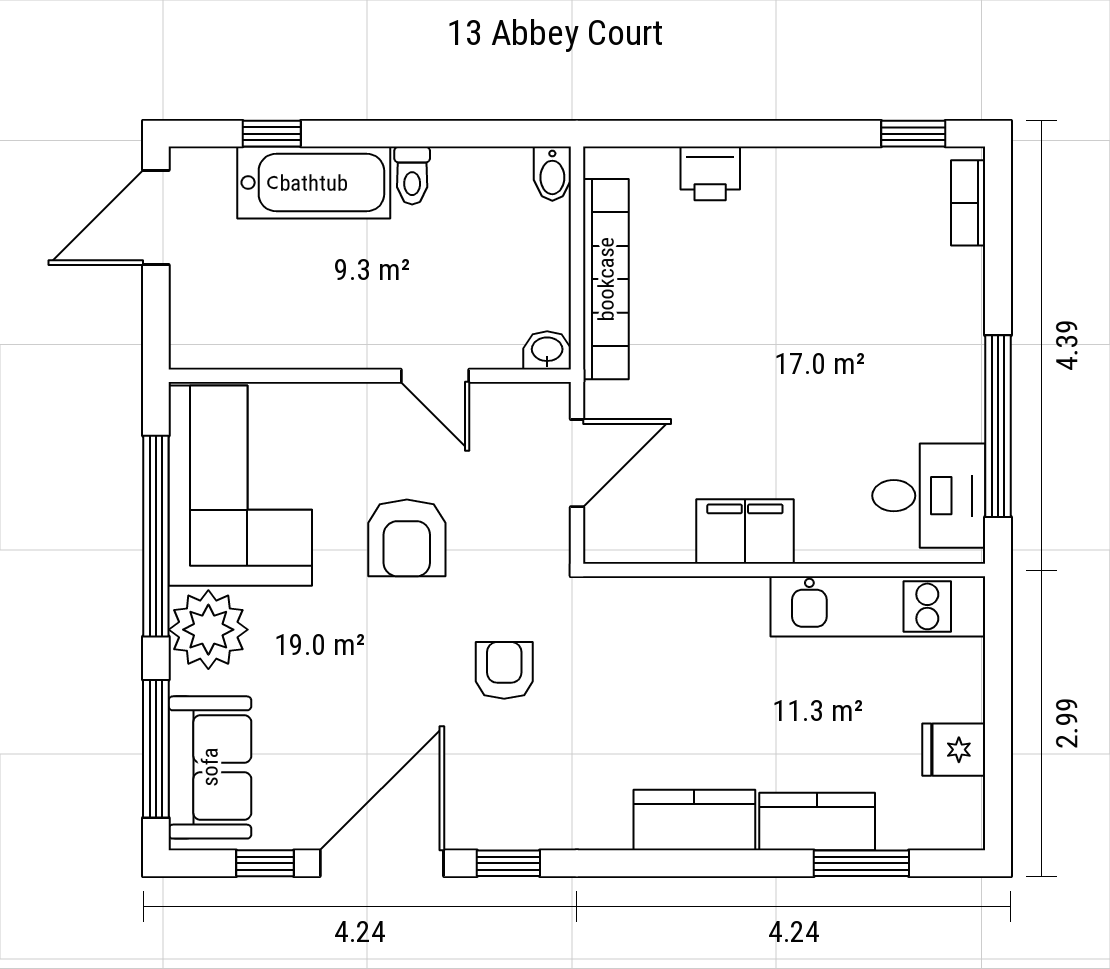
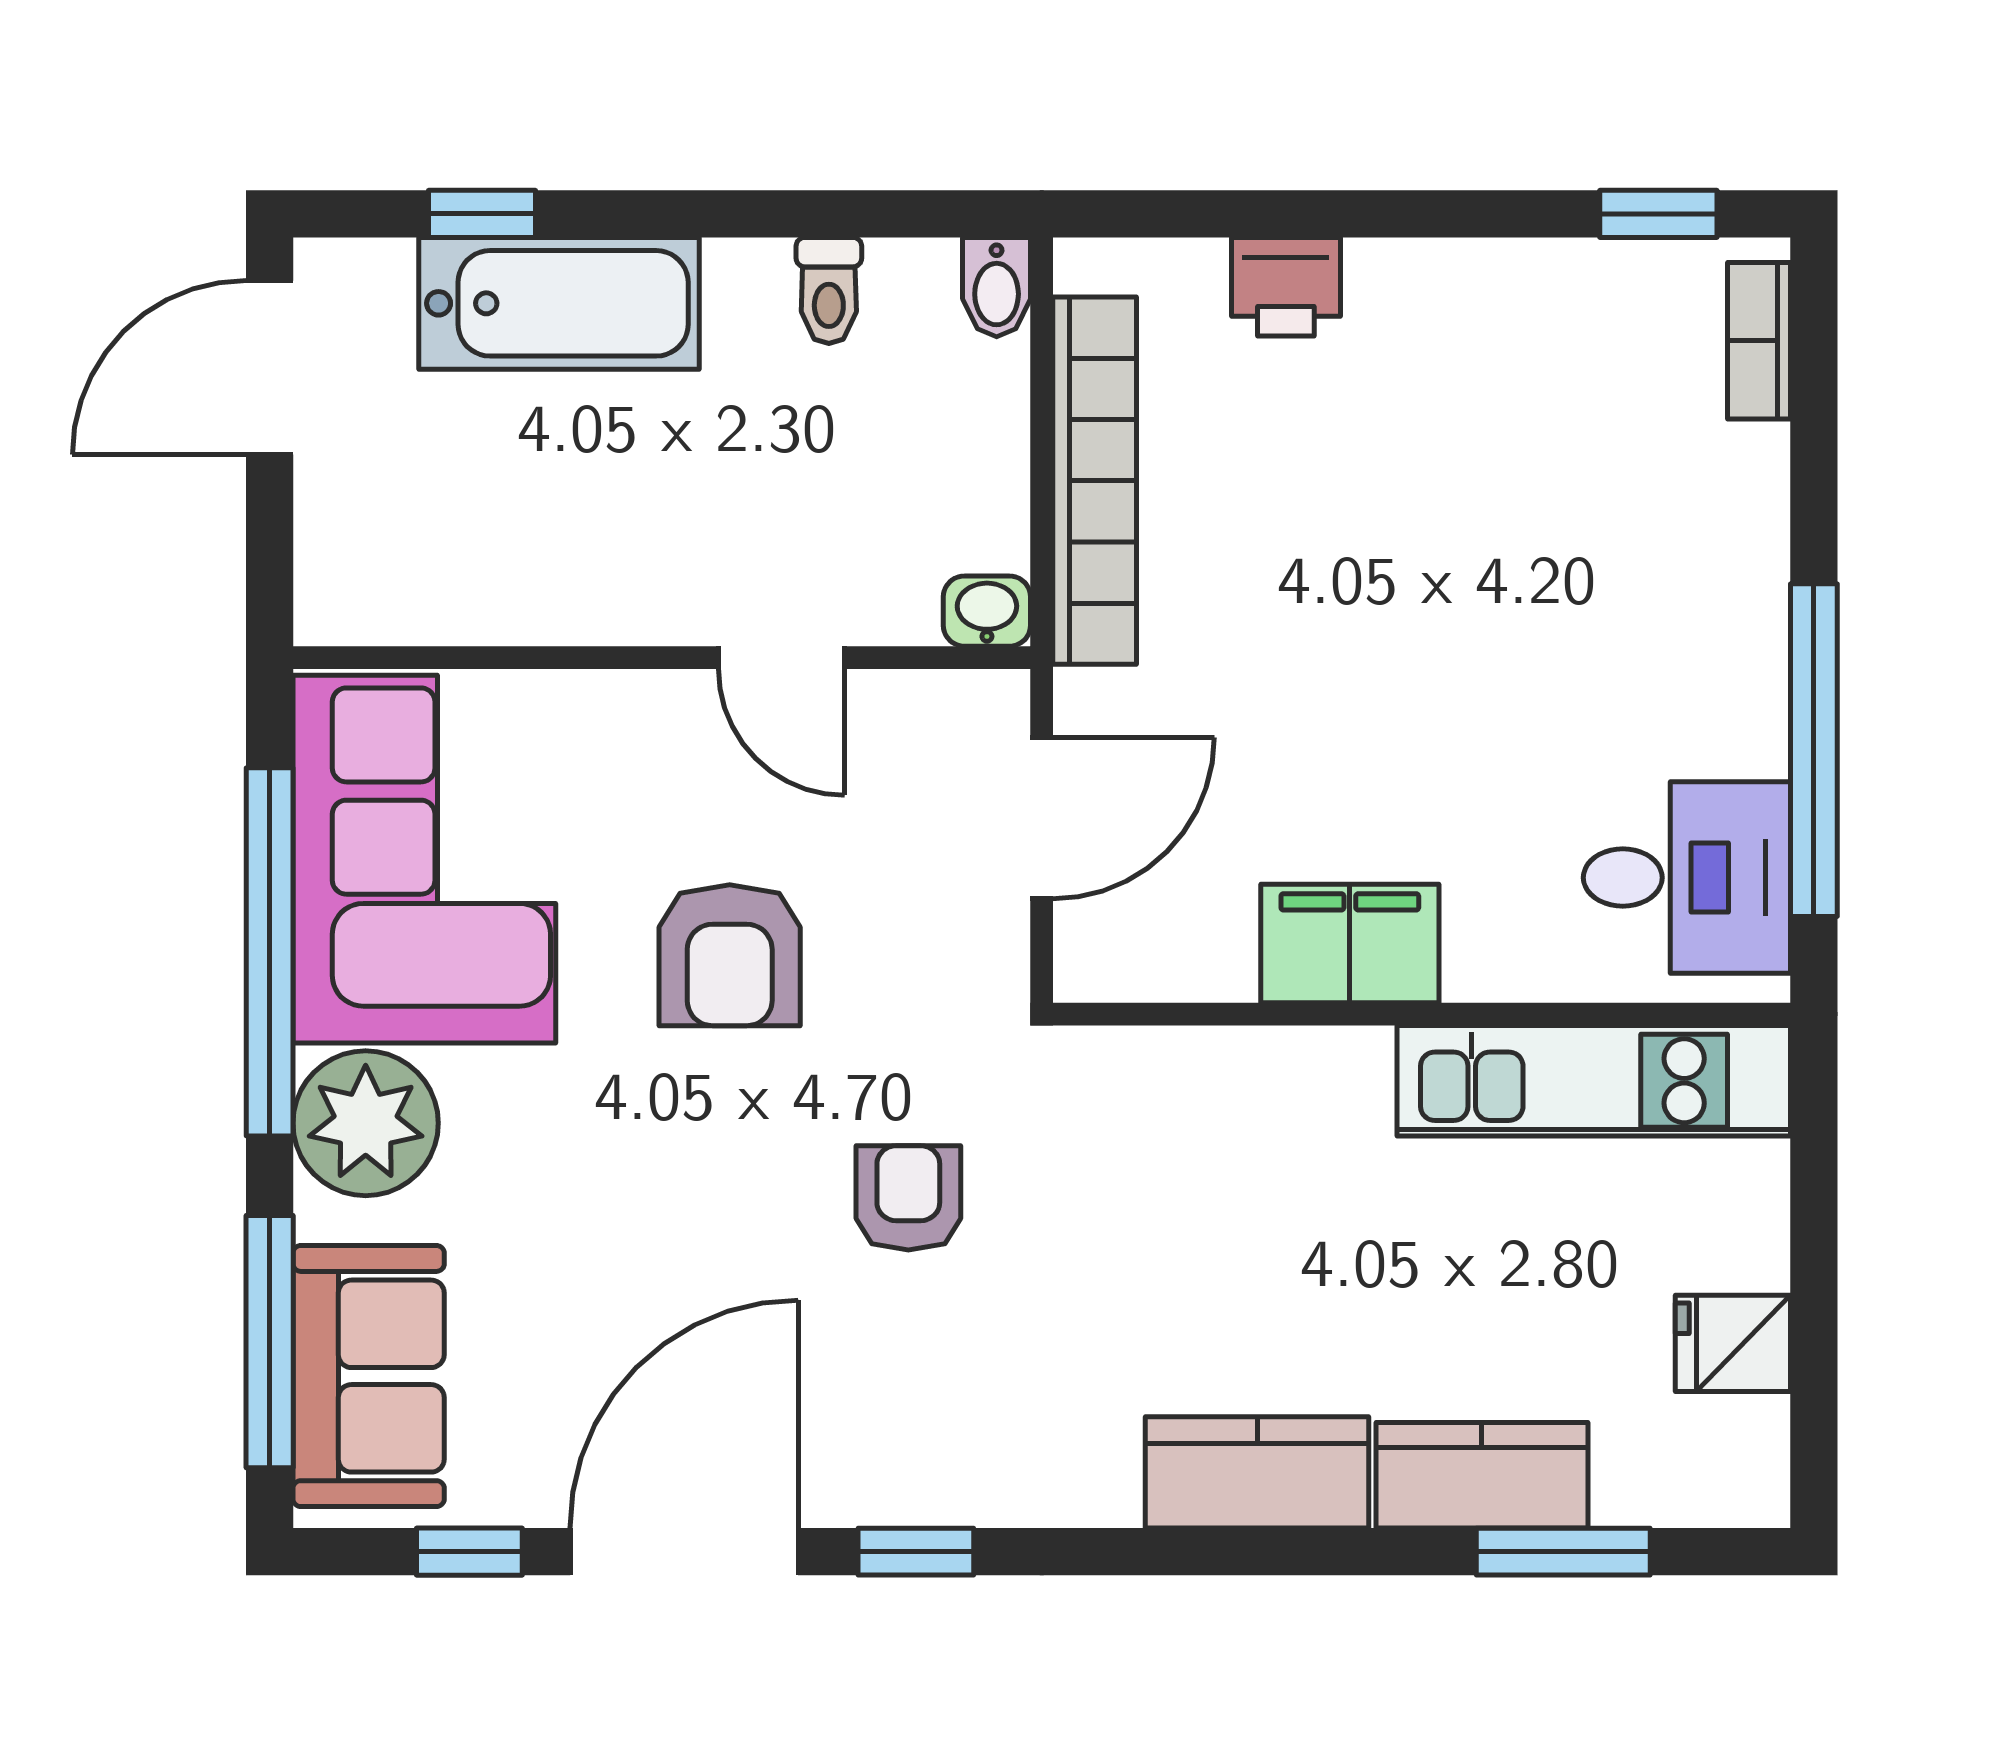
toilet: (412, 175) -> (829, 290), moved

